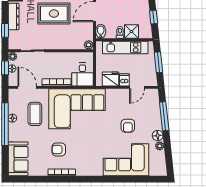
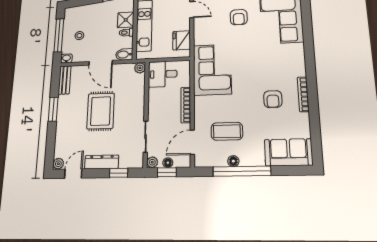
desk: (82, 74) -> (163, 74), moved, turned 180
dishwasher: (124, 80) -> (183, 24), removed
corner sofa: (77, 109) -> (212, 70), width x0.73, depth x0.74
armchair: (128, 126) -> (239, 17), turned 90

